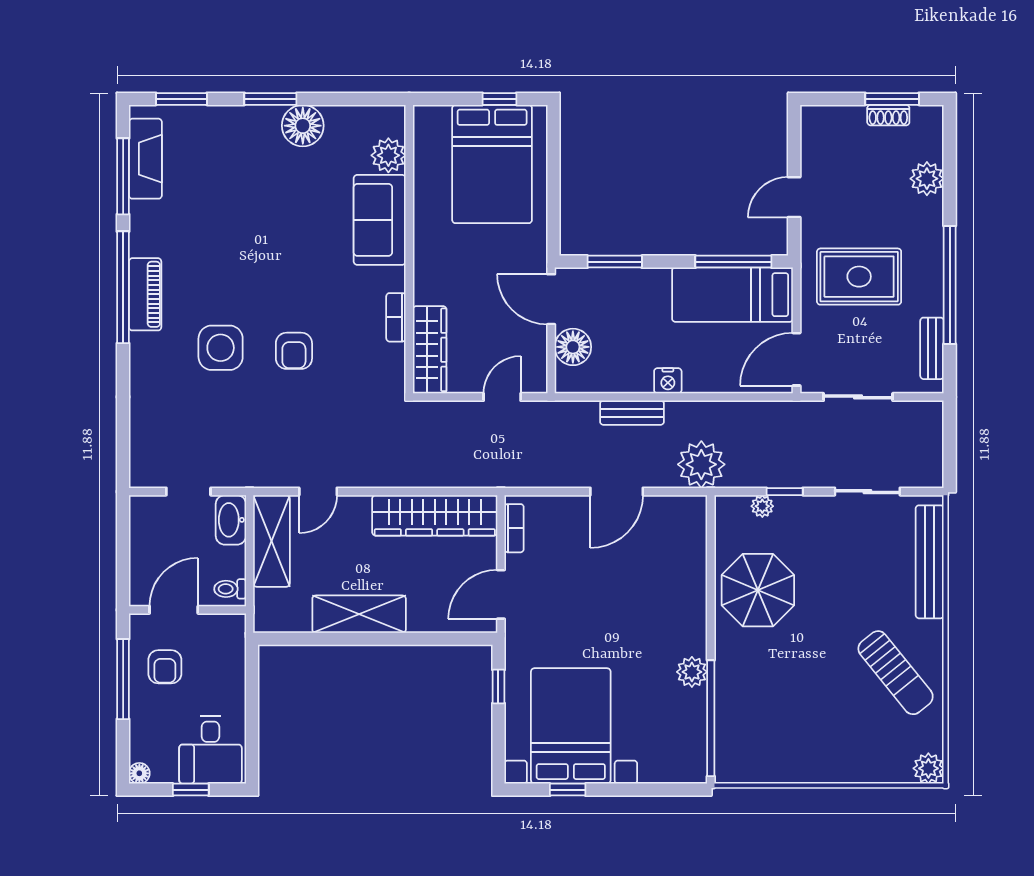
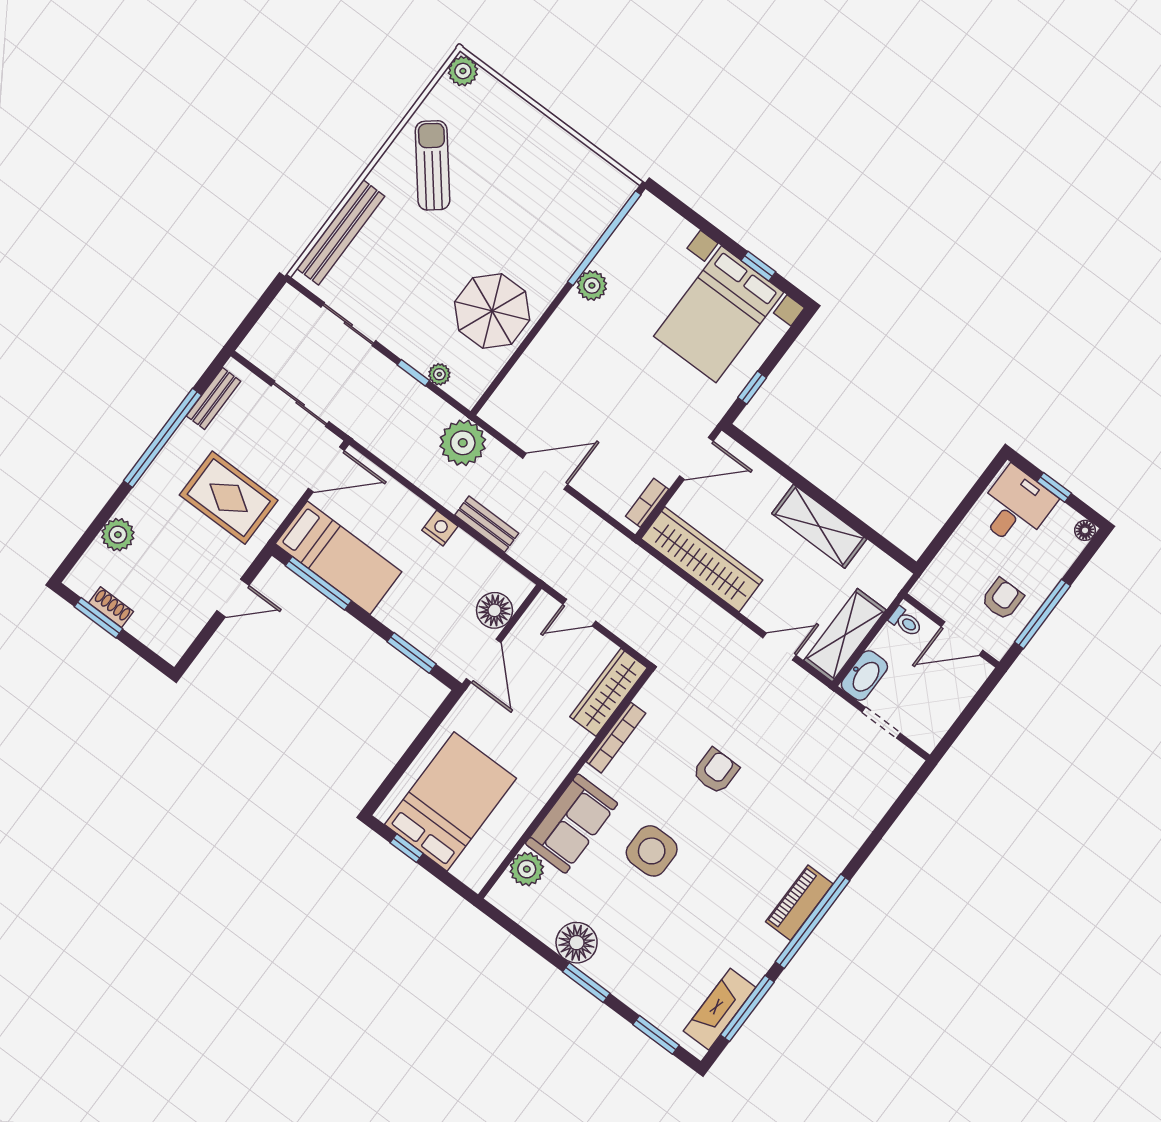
bookcase: (396, 317) -> (616, 738), width x1.56
side table: (221, 348) -> (652, 851), moved

